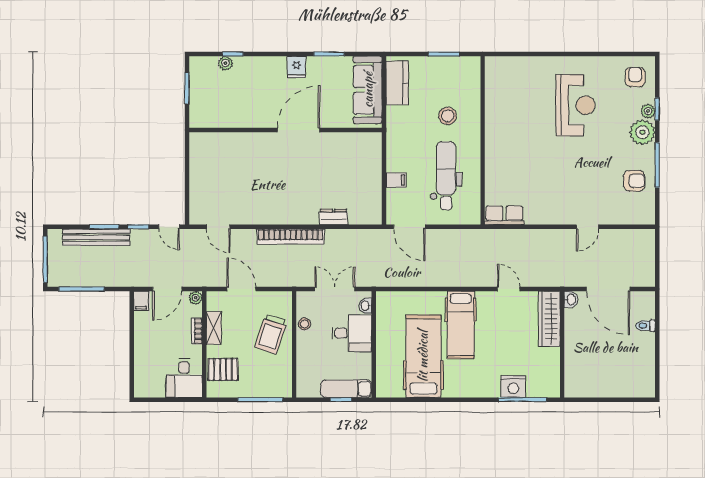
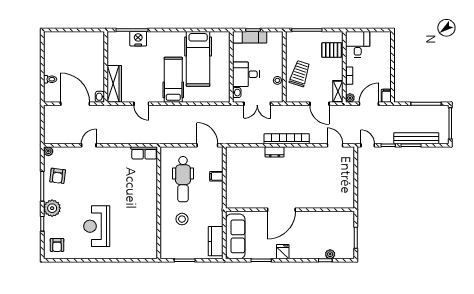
plant: (648, 111) -> (48, 151), moved
armchair: (634, 181) -> (58, 176), turned -83
dresser: (334, 217) -> (275, 152), moved
shelving: (214, 328) -> (338, 91), moved

